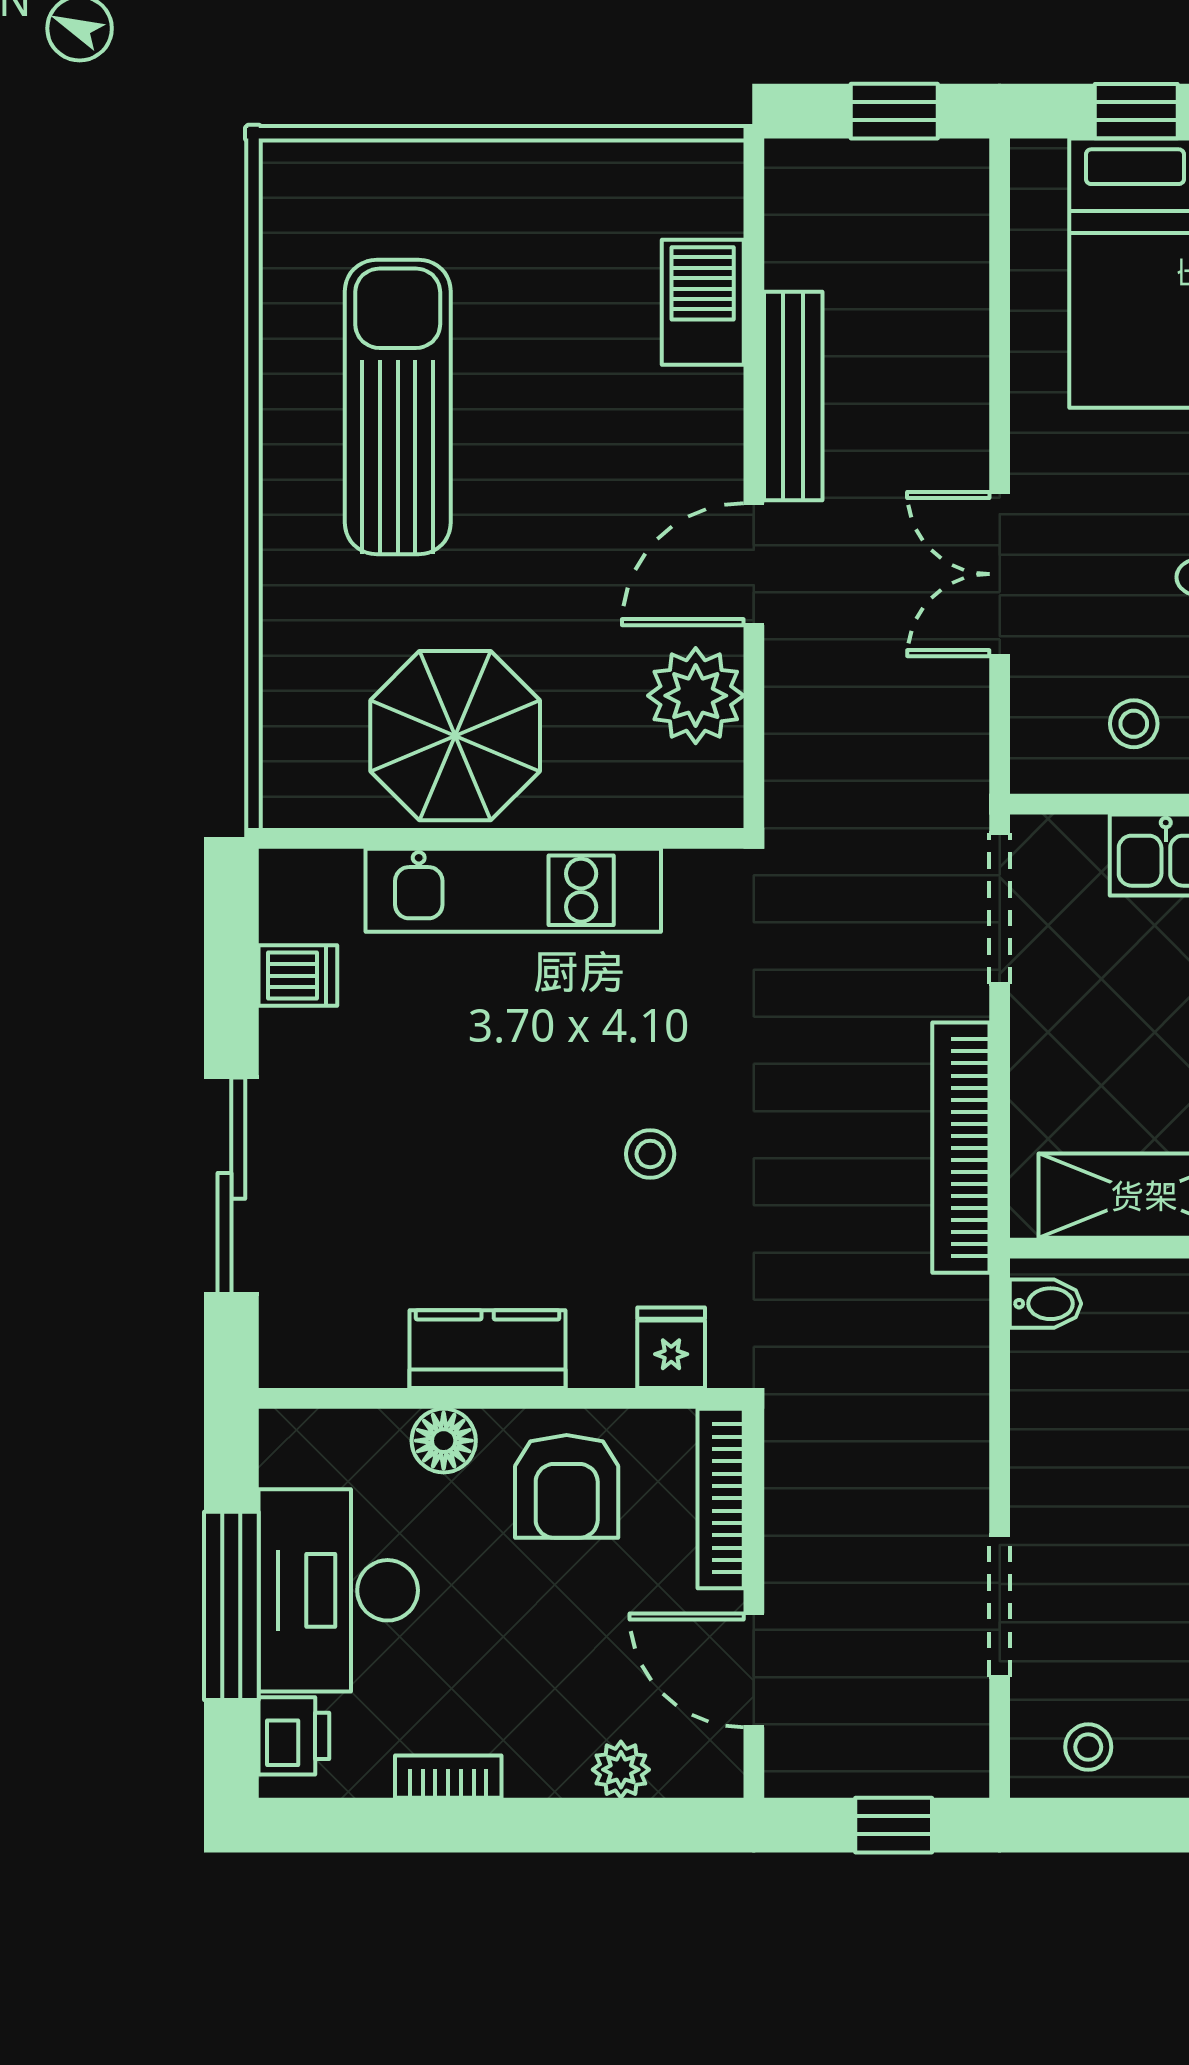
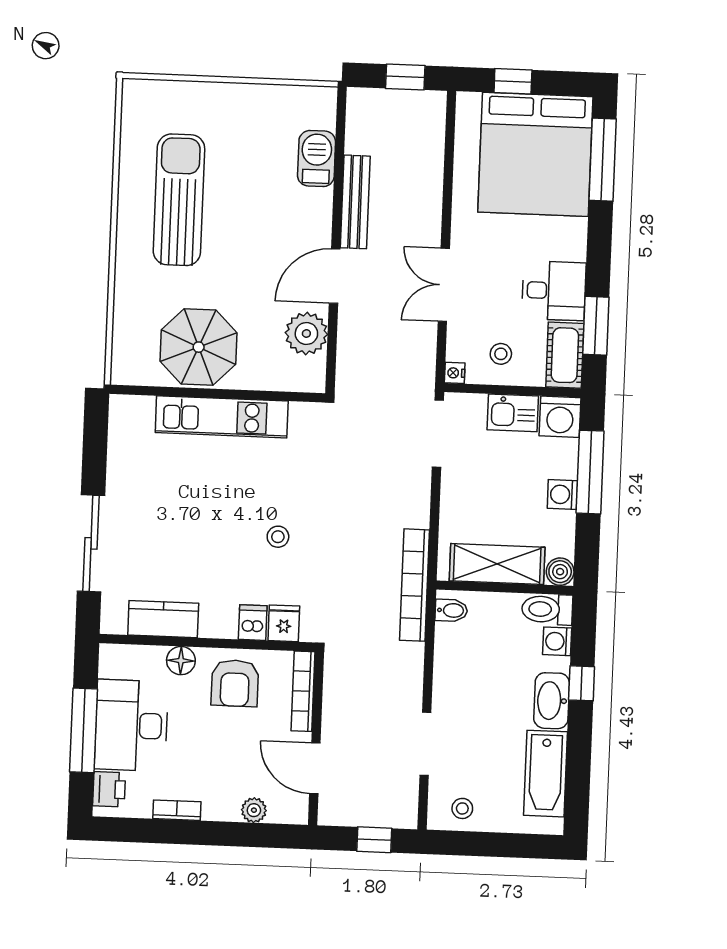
nightstand: (1032, 771) -> (455, 373), added
dishwasher: (298, 976) -> (253, 623), moved, turned -90
bookcase: (961, 1148) -> (415, 585), moved
kitchen counter: (488, 1349) -> (163, 619), moved

